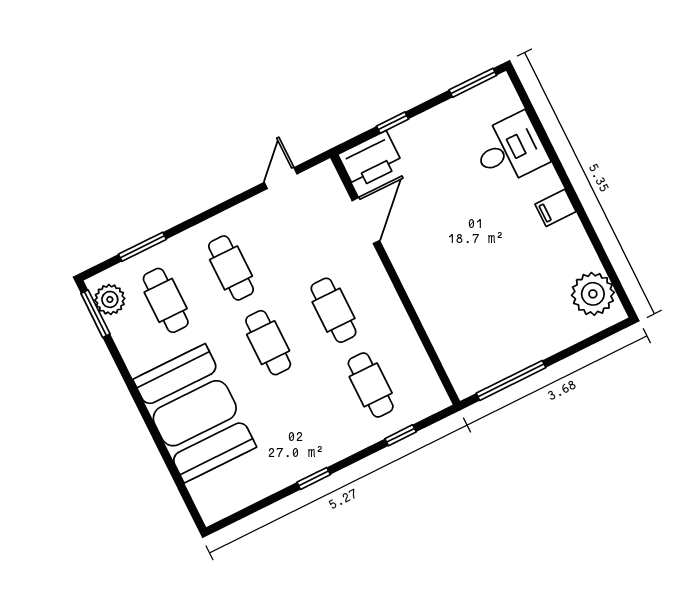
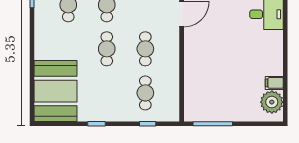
filing cabinet: (556, 208) -> (274, 83), moved
booth: (195, 413) -> (56, 91), moved

